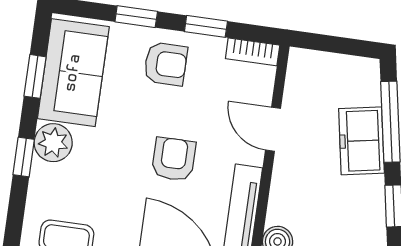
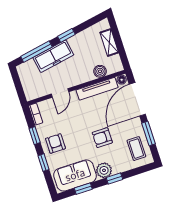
freezer: (361, 141) -> (53, 56), width x1.40
armchair: (174, 159) -> (102, 138), moved

